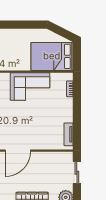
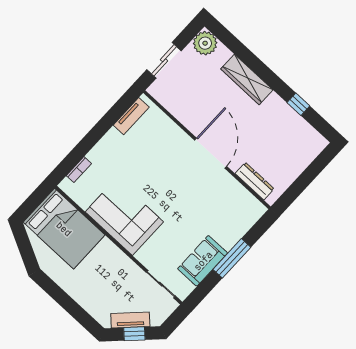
door: (18, 151) -> (211, 153), hinge flipped

